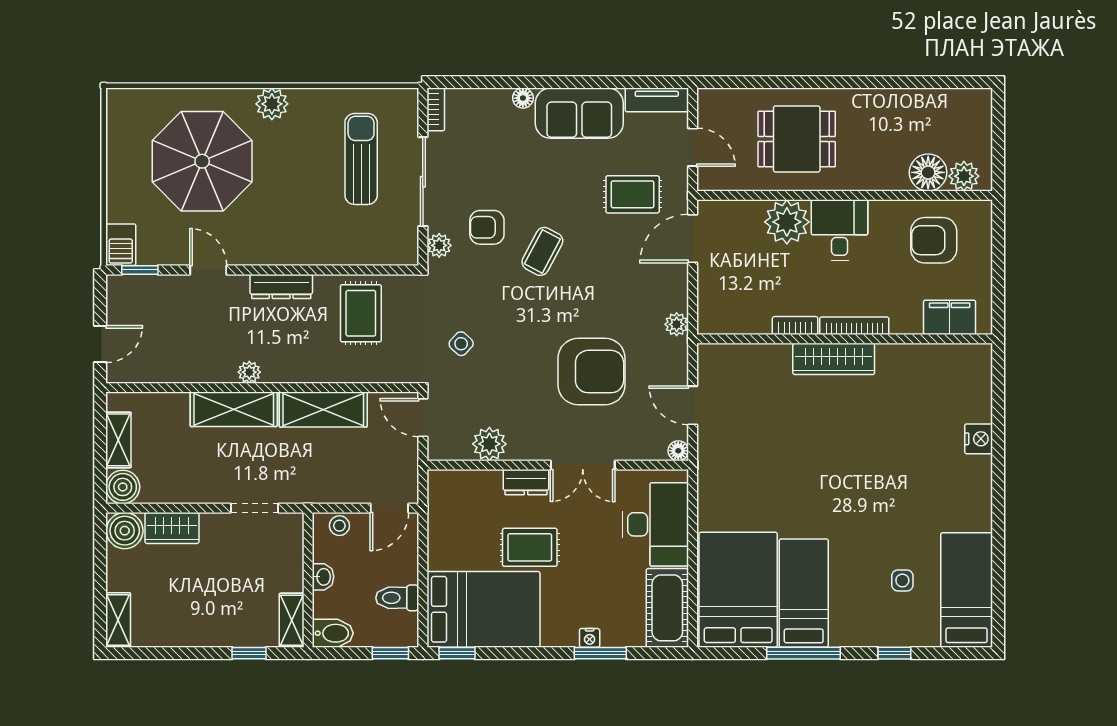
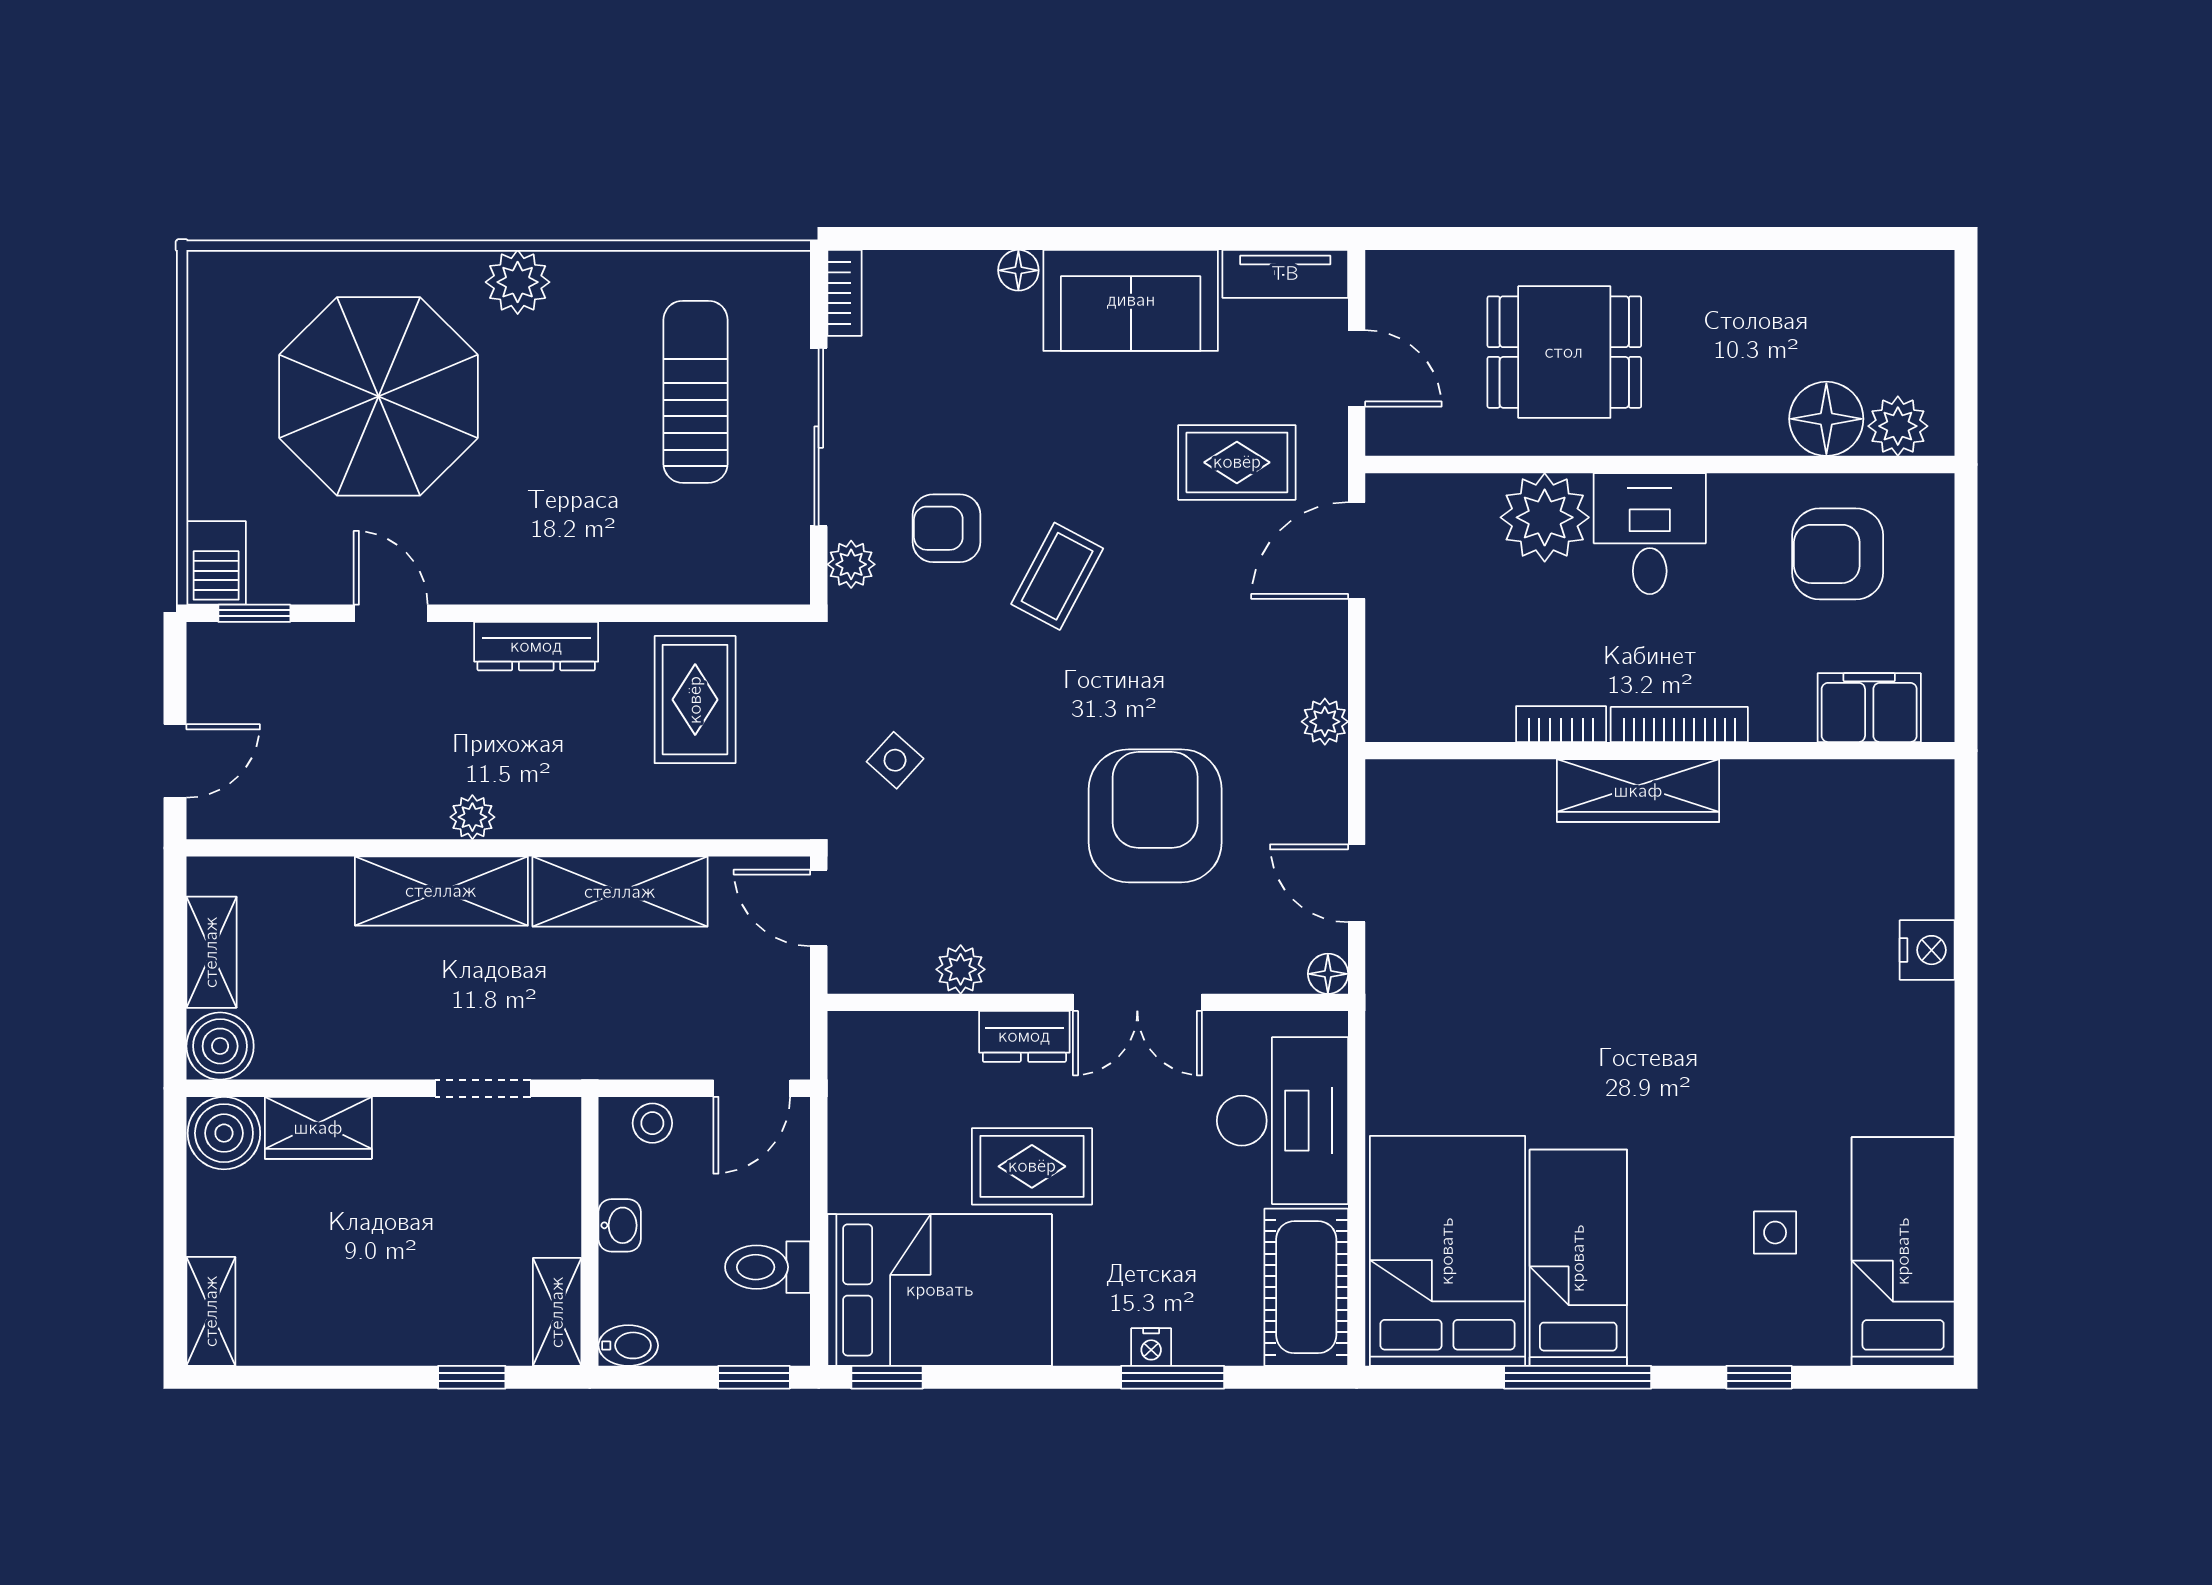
armchair: (592, 372) -> (1155, 816), turned -90
plant: (489, 444) -> (961, 969), width x0.73, depth x0.73
bidet: (333, 633) -> (628, 1345), width x0.72, depth x0.74

